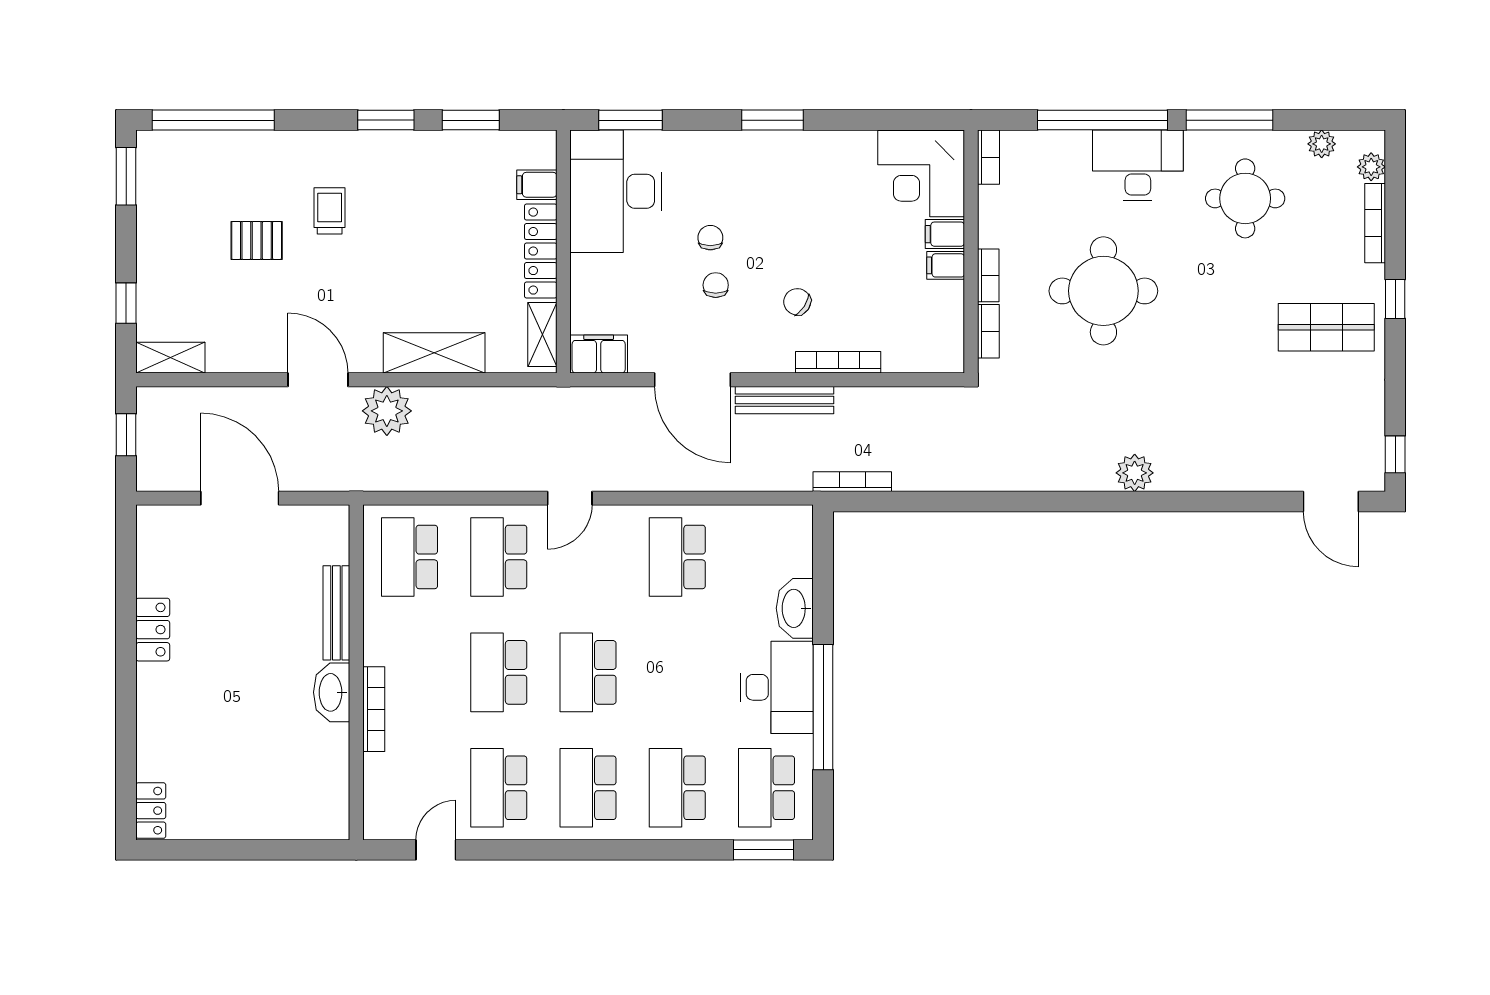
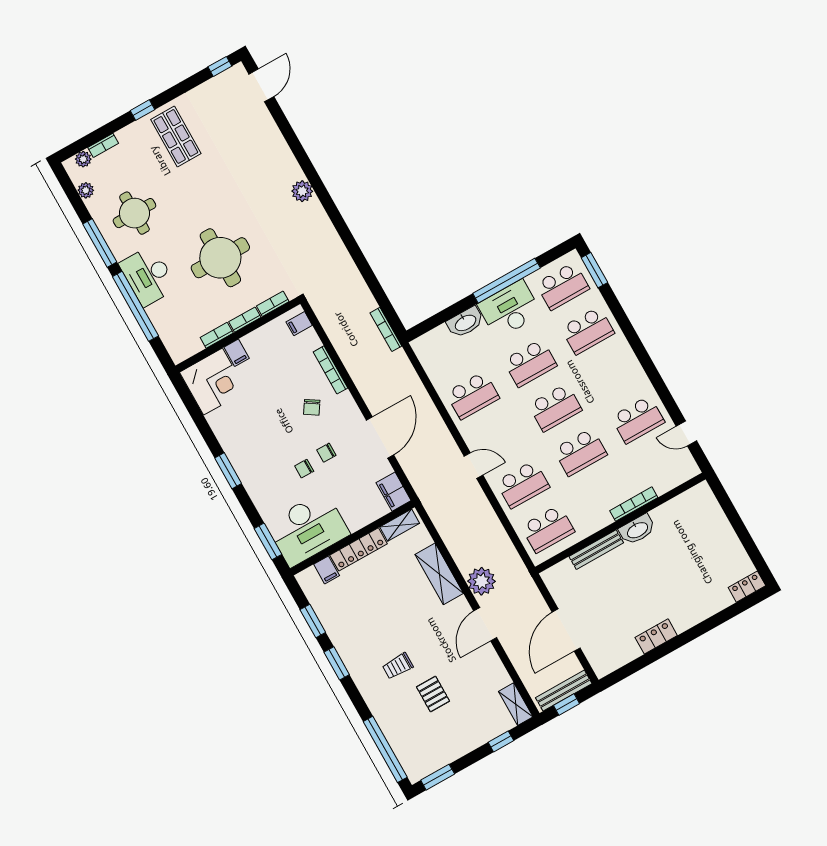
bookcase: (989, 157) -> (217, 335), moved
bookcase: (1375, 223) -> (103, 145), width x0.64
filing cabinet: (946, 265) -> (299, 324), moved, turned 90
bench: (785, 400) -> (564, 691), moved, turned 90
school desk: (588, 788) -> (530, 363), moved

